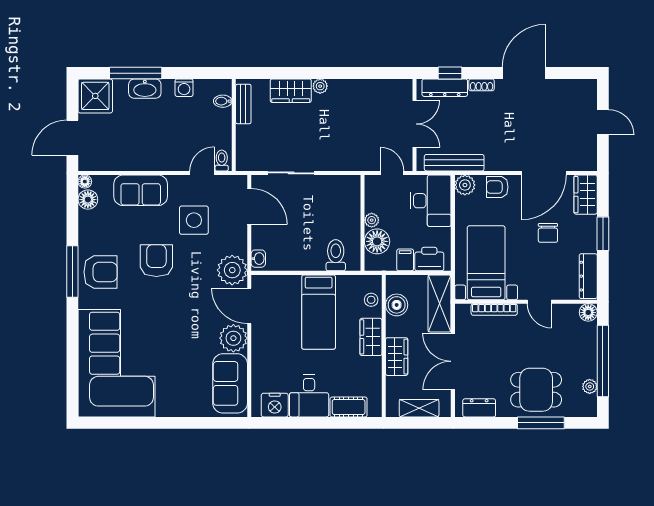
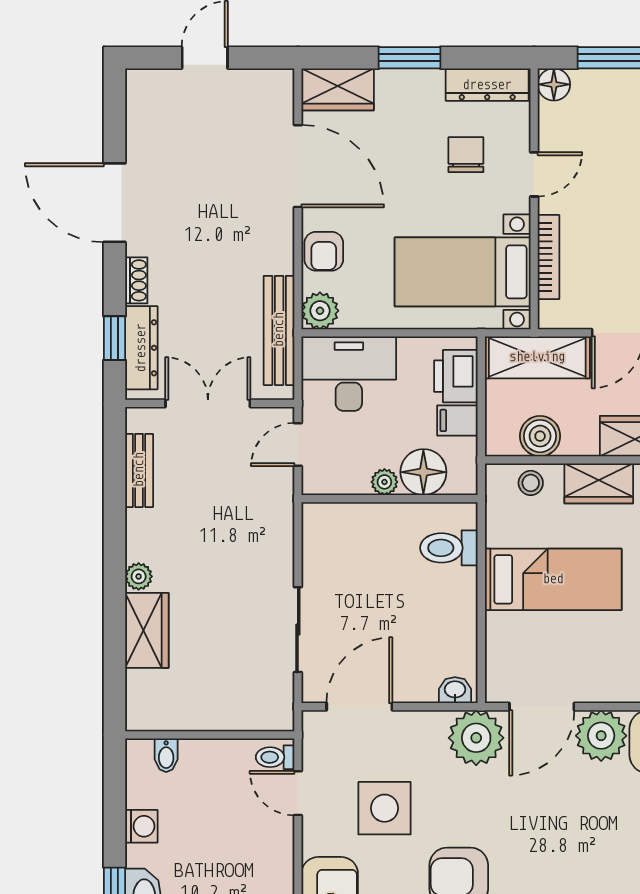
bench: (243, 104) -> (139, 470), moved, turned 90
chair: (548, 233) -> (466, 155), moved, turned -90

